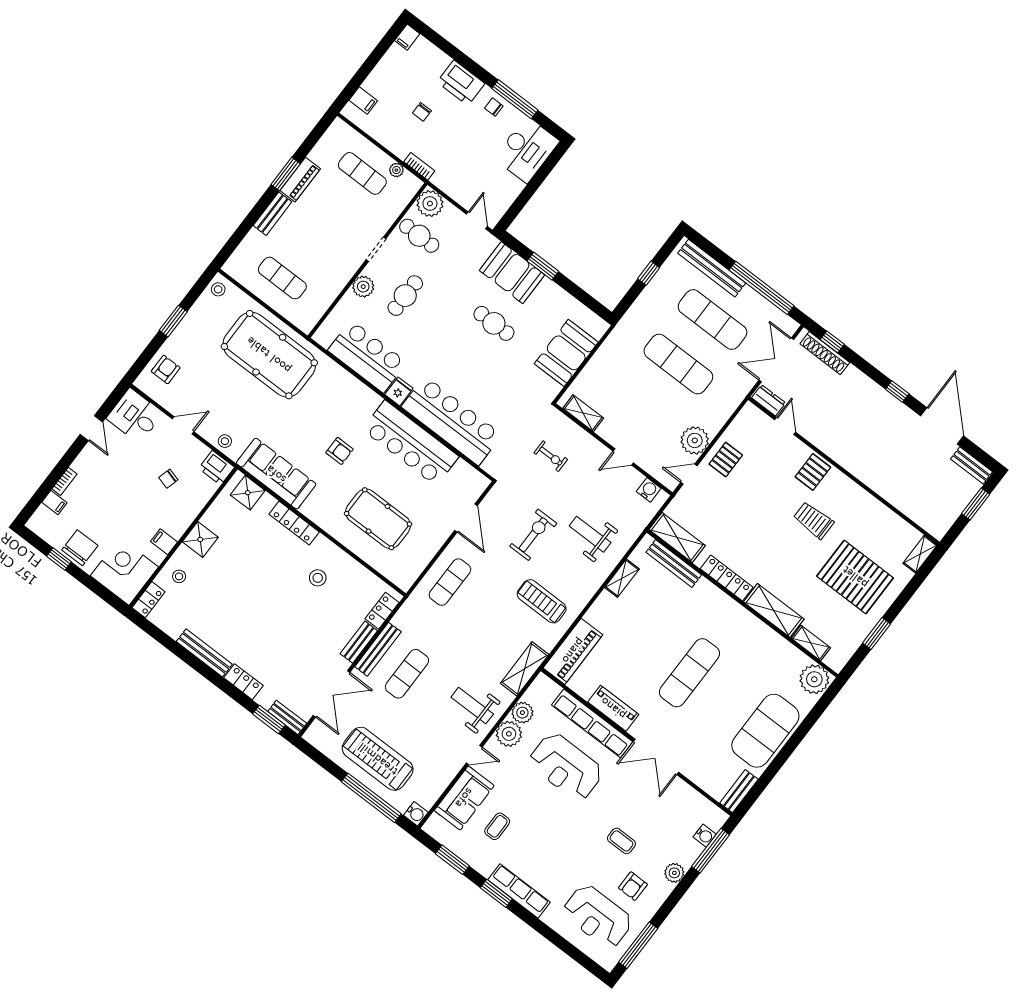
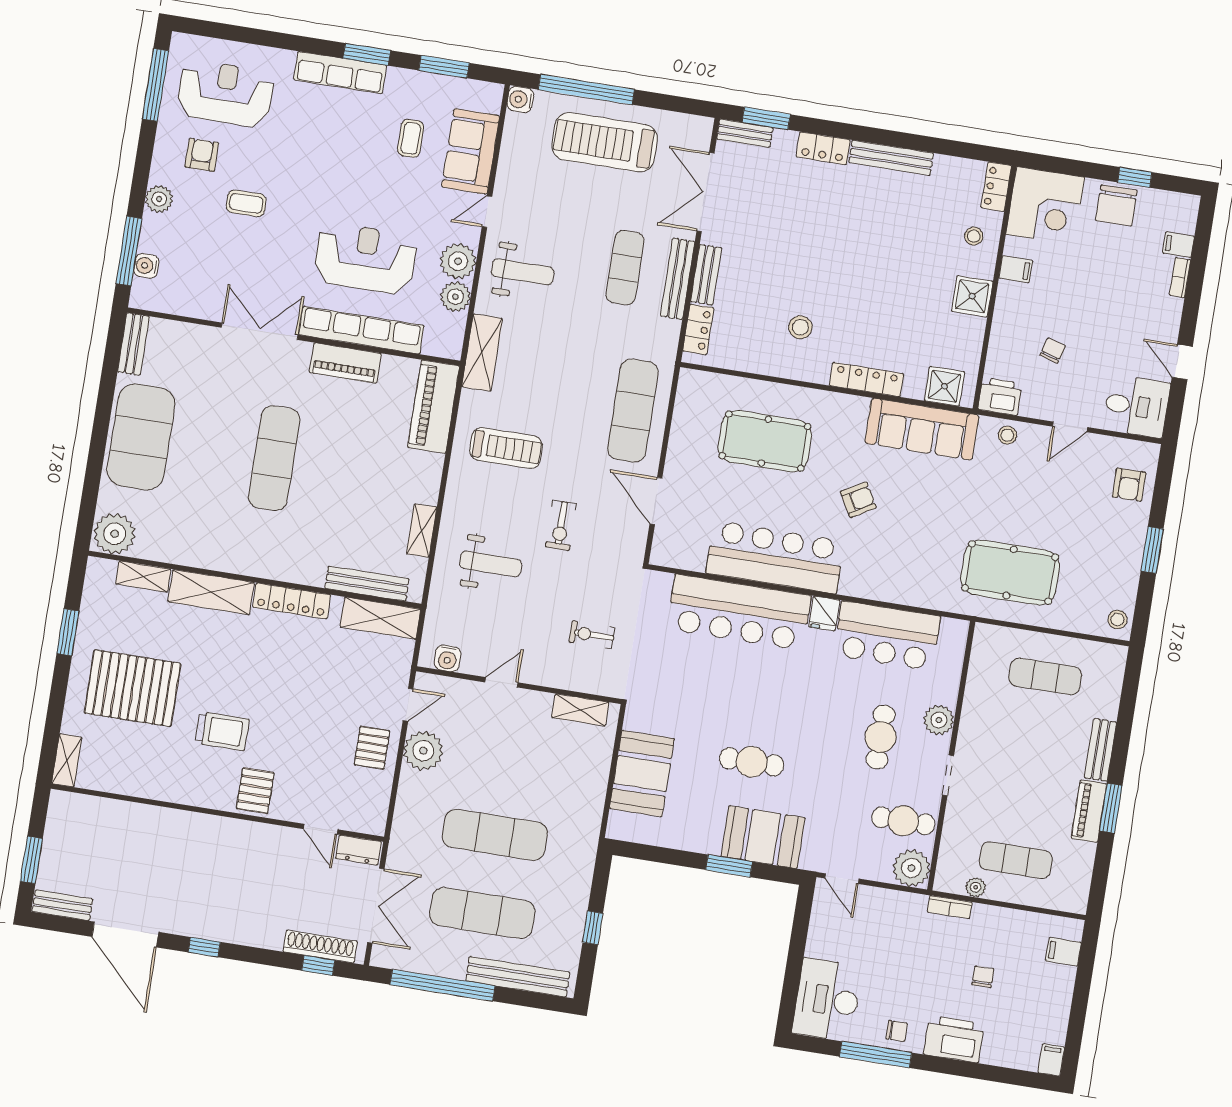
pool table: (269, 355) -> (1010, 572), width x0.73, depth x0.76
armchair: (339, 451) -> (858, 500), turned 150
exercise bike: (533, 535) -> (561, 525), width x0.73, depth x0.72
exercise mat: (450, 582) -> (633, 411), width x1.36, depth x1.45
treadmill: (378, 759) -> (605, 142), turned 180

